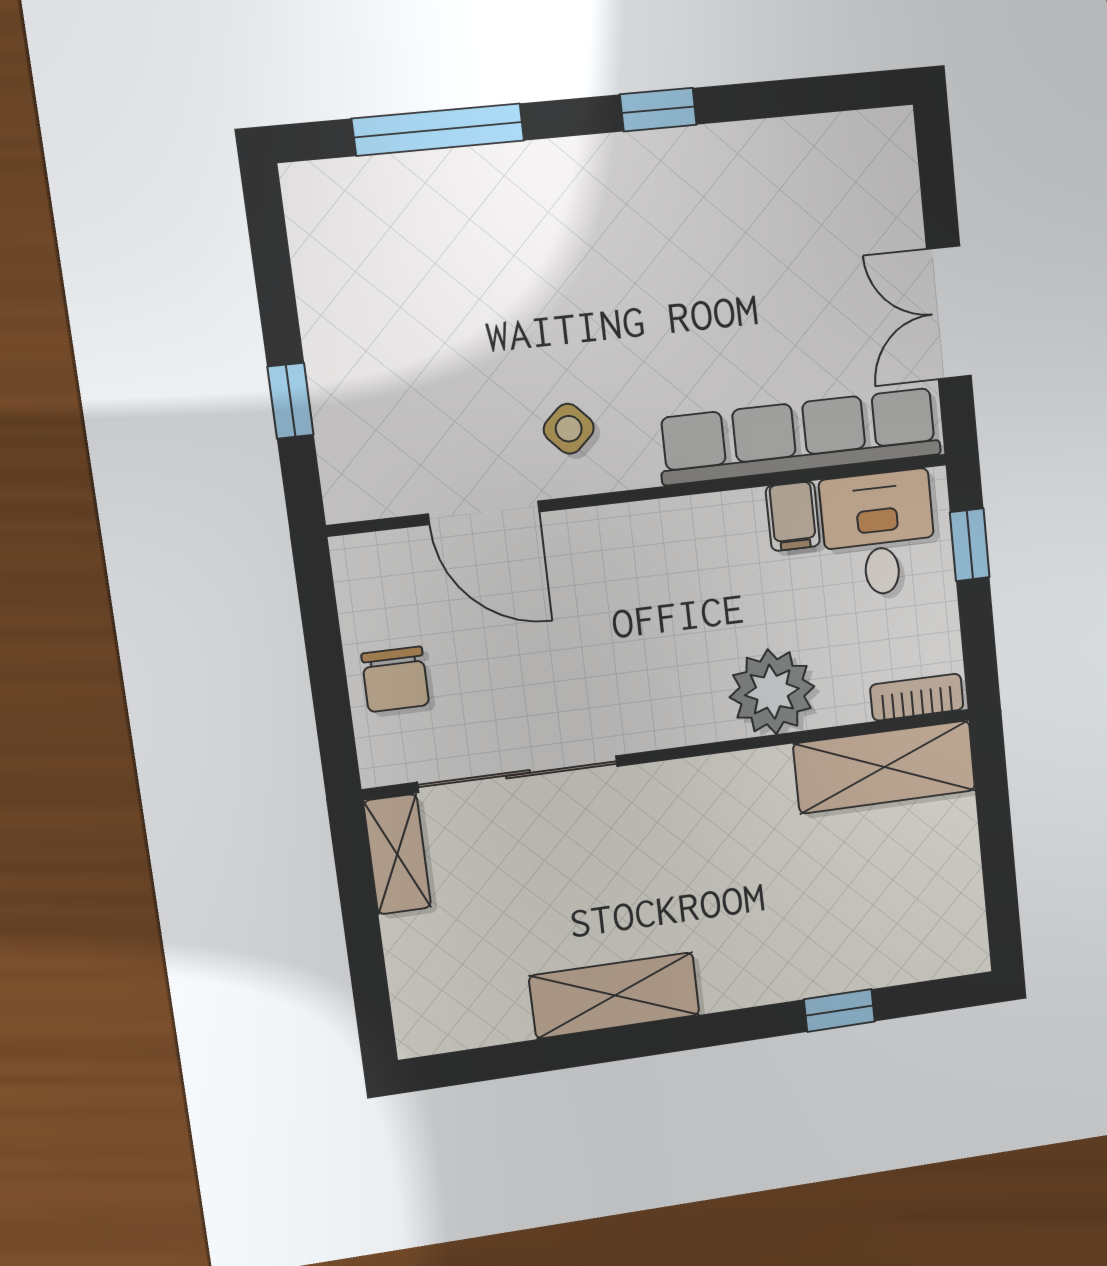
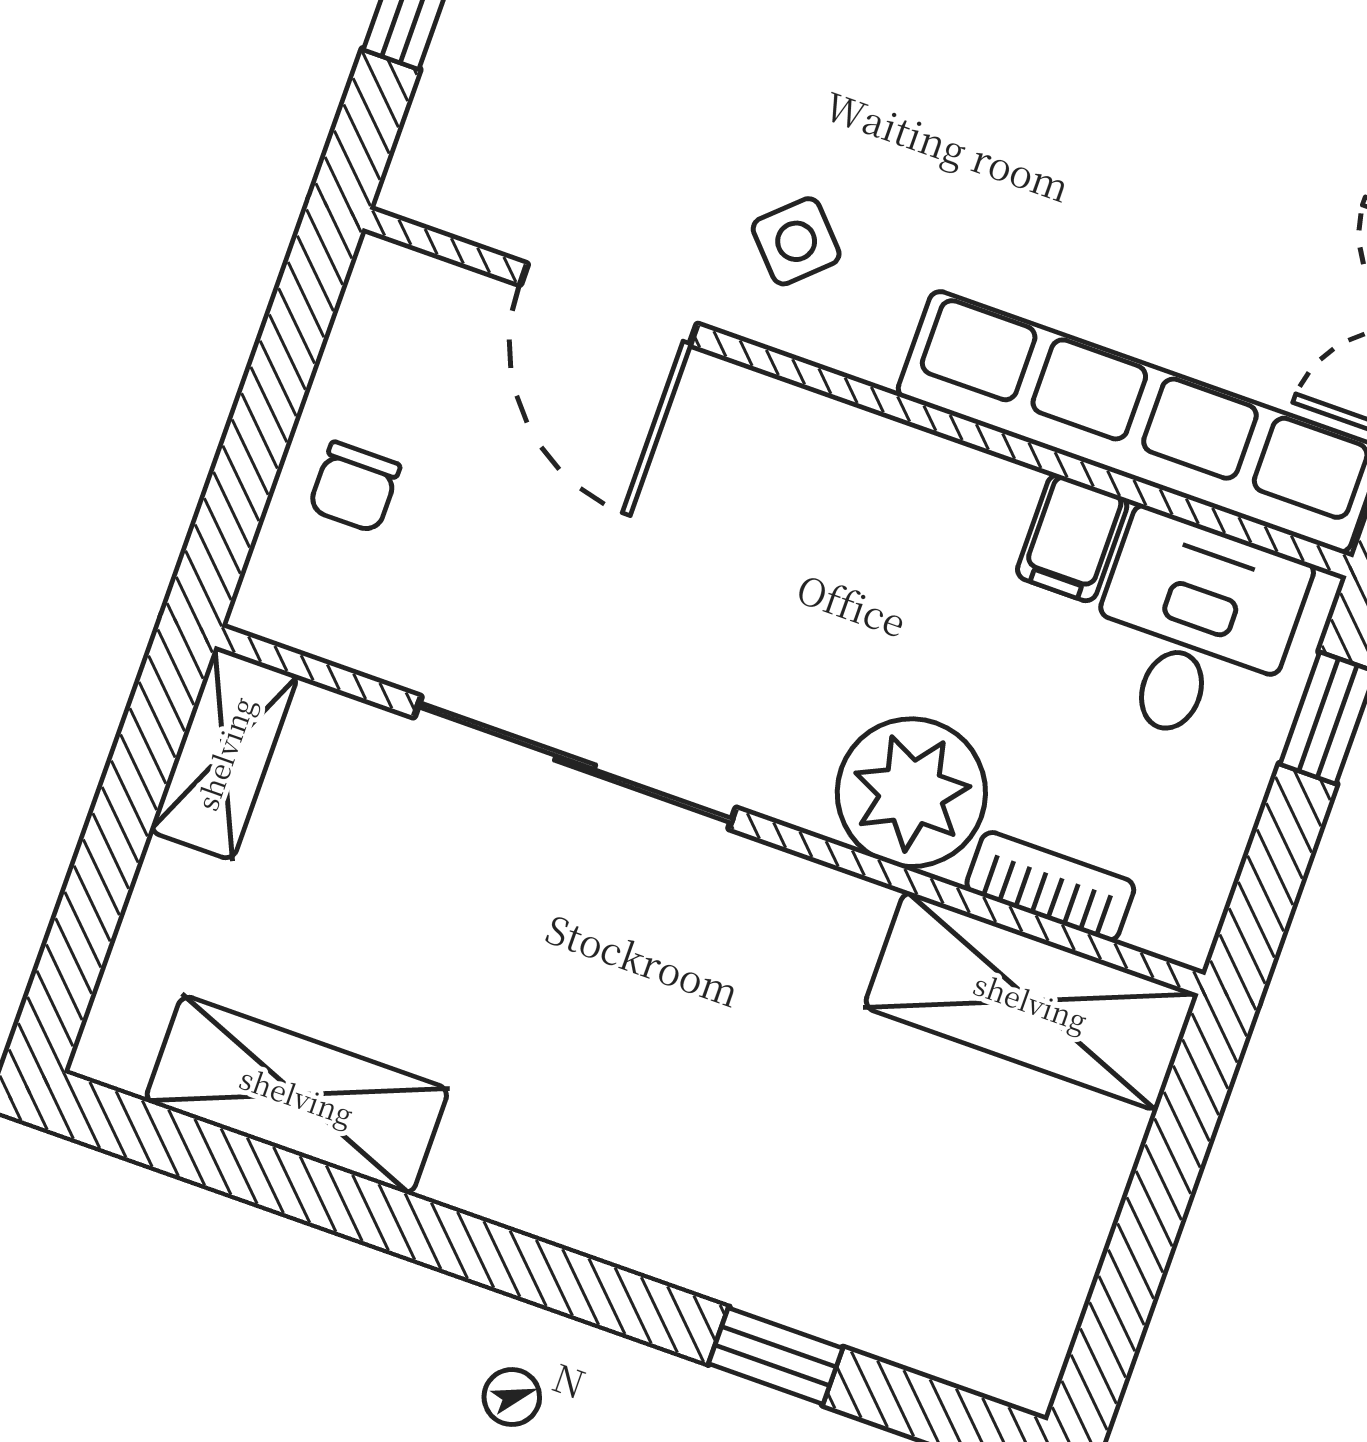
chair: (395, 679) -> (355, 487), width x0.73, depth x0.73
bookcase: (917, 697) -> (1050, 886), moved
sliding door: (518, 774) -> (575, 763), moved
shelving: (615, 995) -> (297, 1095), moved

